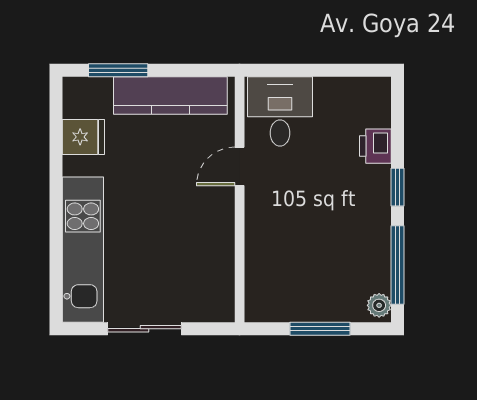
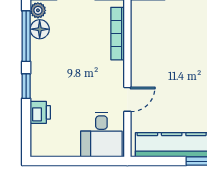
bookcase: (255, 269) -> (118, 34), added
floor lamp: (376, 276) -> (40, 29), added

